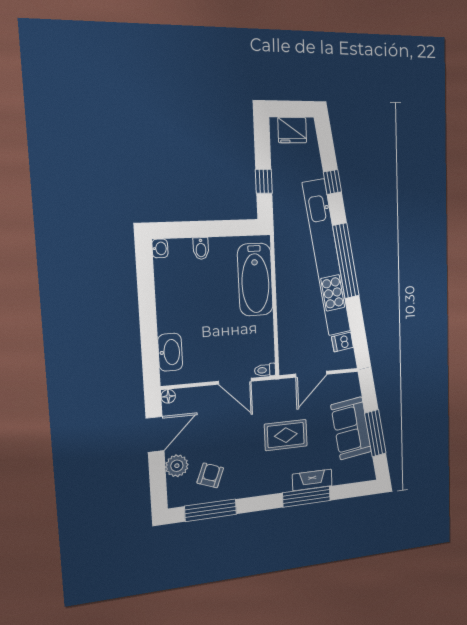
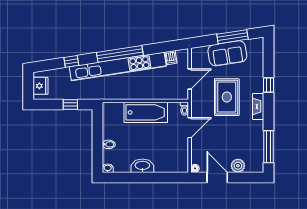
bathtub: (255, 280) -> (146, 112), moved
washbasin: (170, 352) -> (142, 166), moved
door: (311, 374) -> (190, 79), hinge flipped
rug: (286, 435) -> (227, 97), width x1.36, depth x1.43
armchair: (210, 475) -> (247, 146), removed
fireplace: (312, 480) -> (258, 106), moved
window: (306, 497) -> (269, 85), width x0.46

